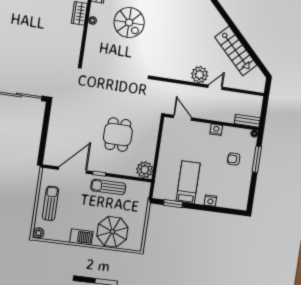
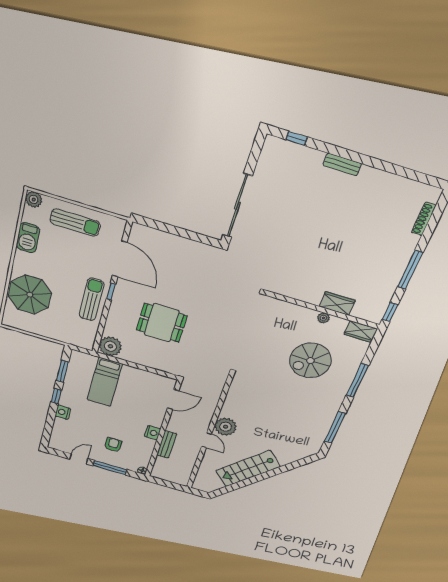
bench: (247, 121) -> (167, 444), moved
bed: (188, 182) -> (105, 382), moved, turned 90
door: (253, 185) -> (79, 459), added
window: (196, 207) -> (56, 396), added
barbecue: (81, 237) -> (28, 238), moved

